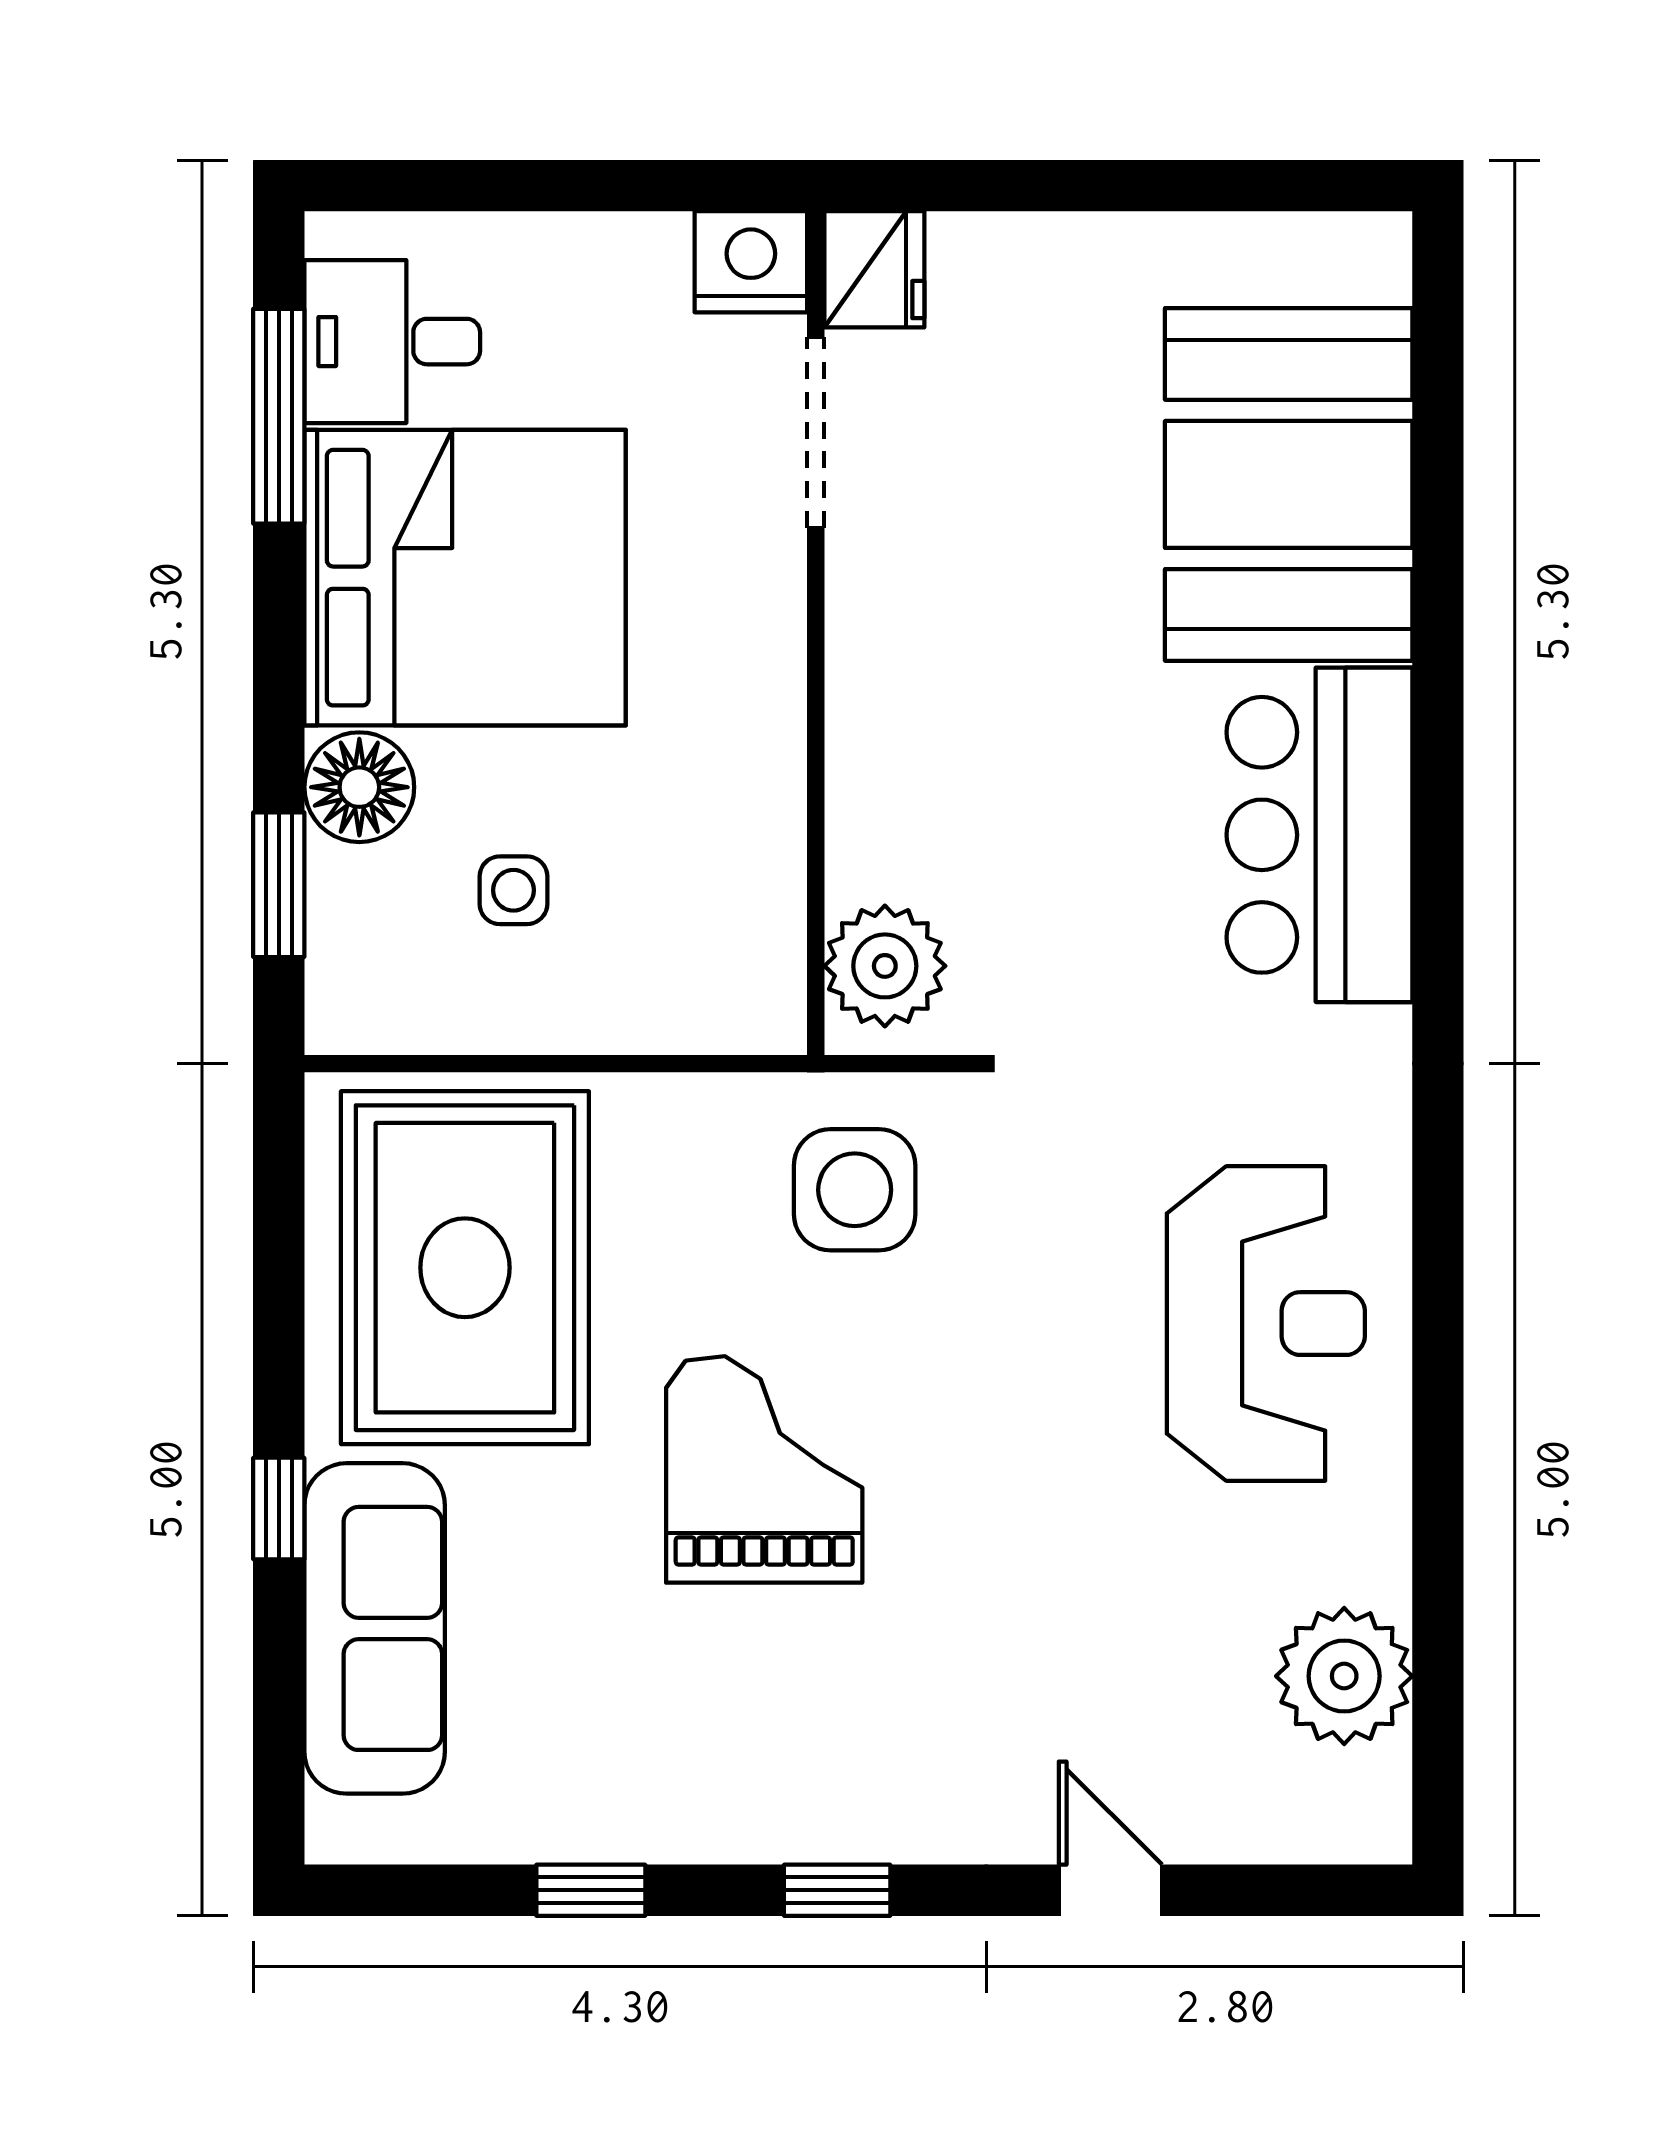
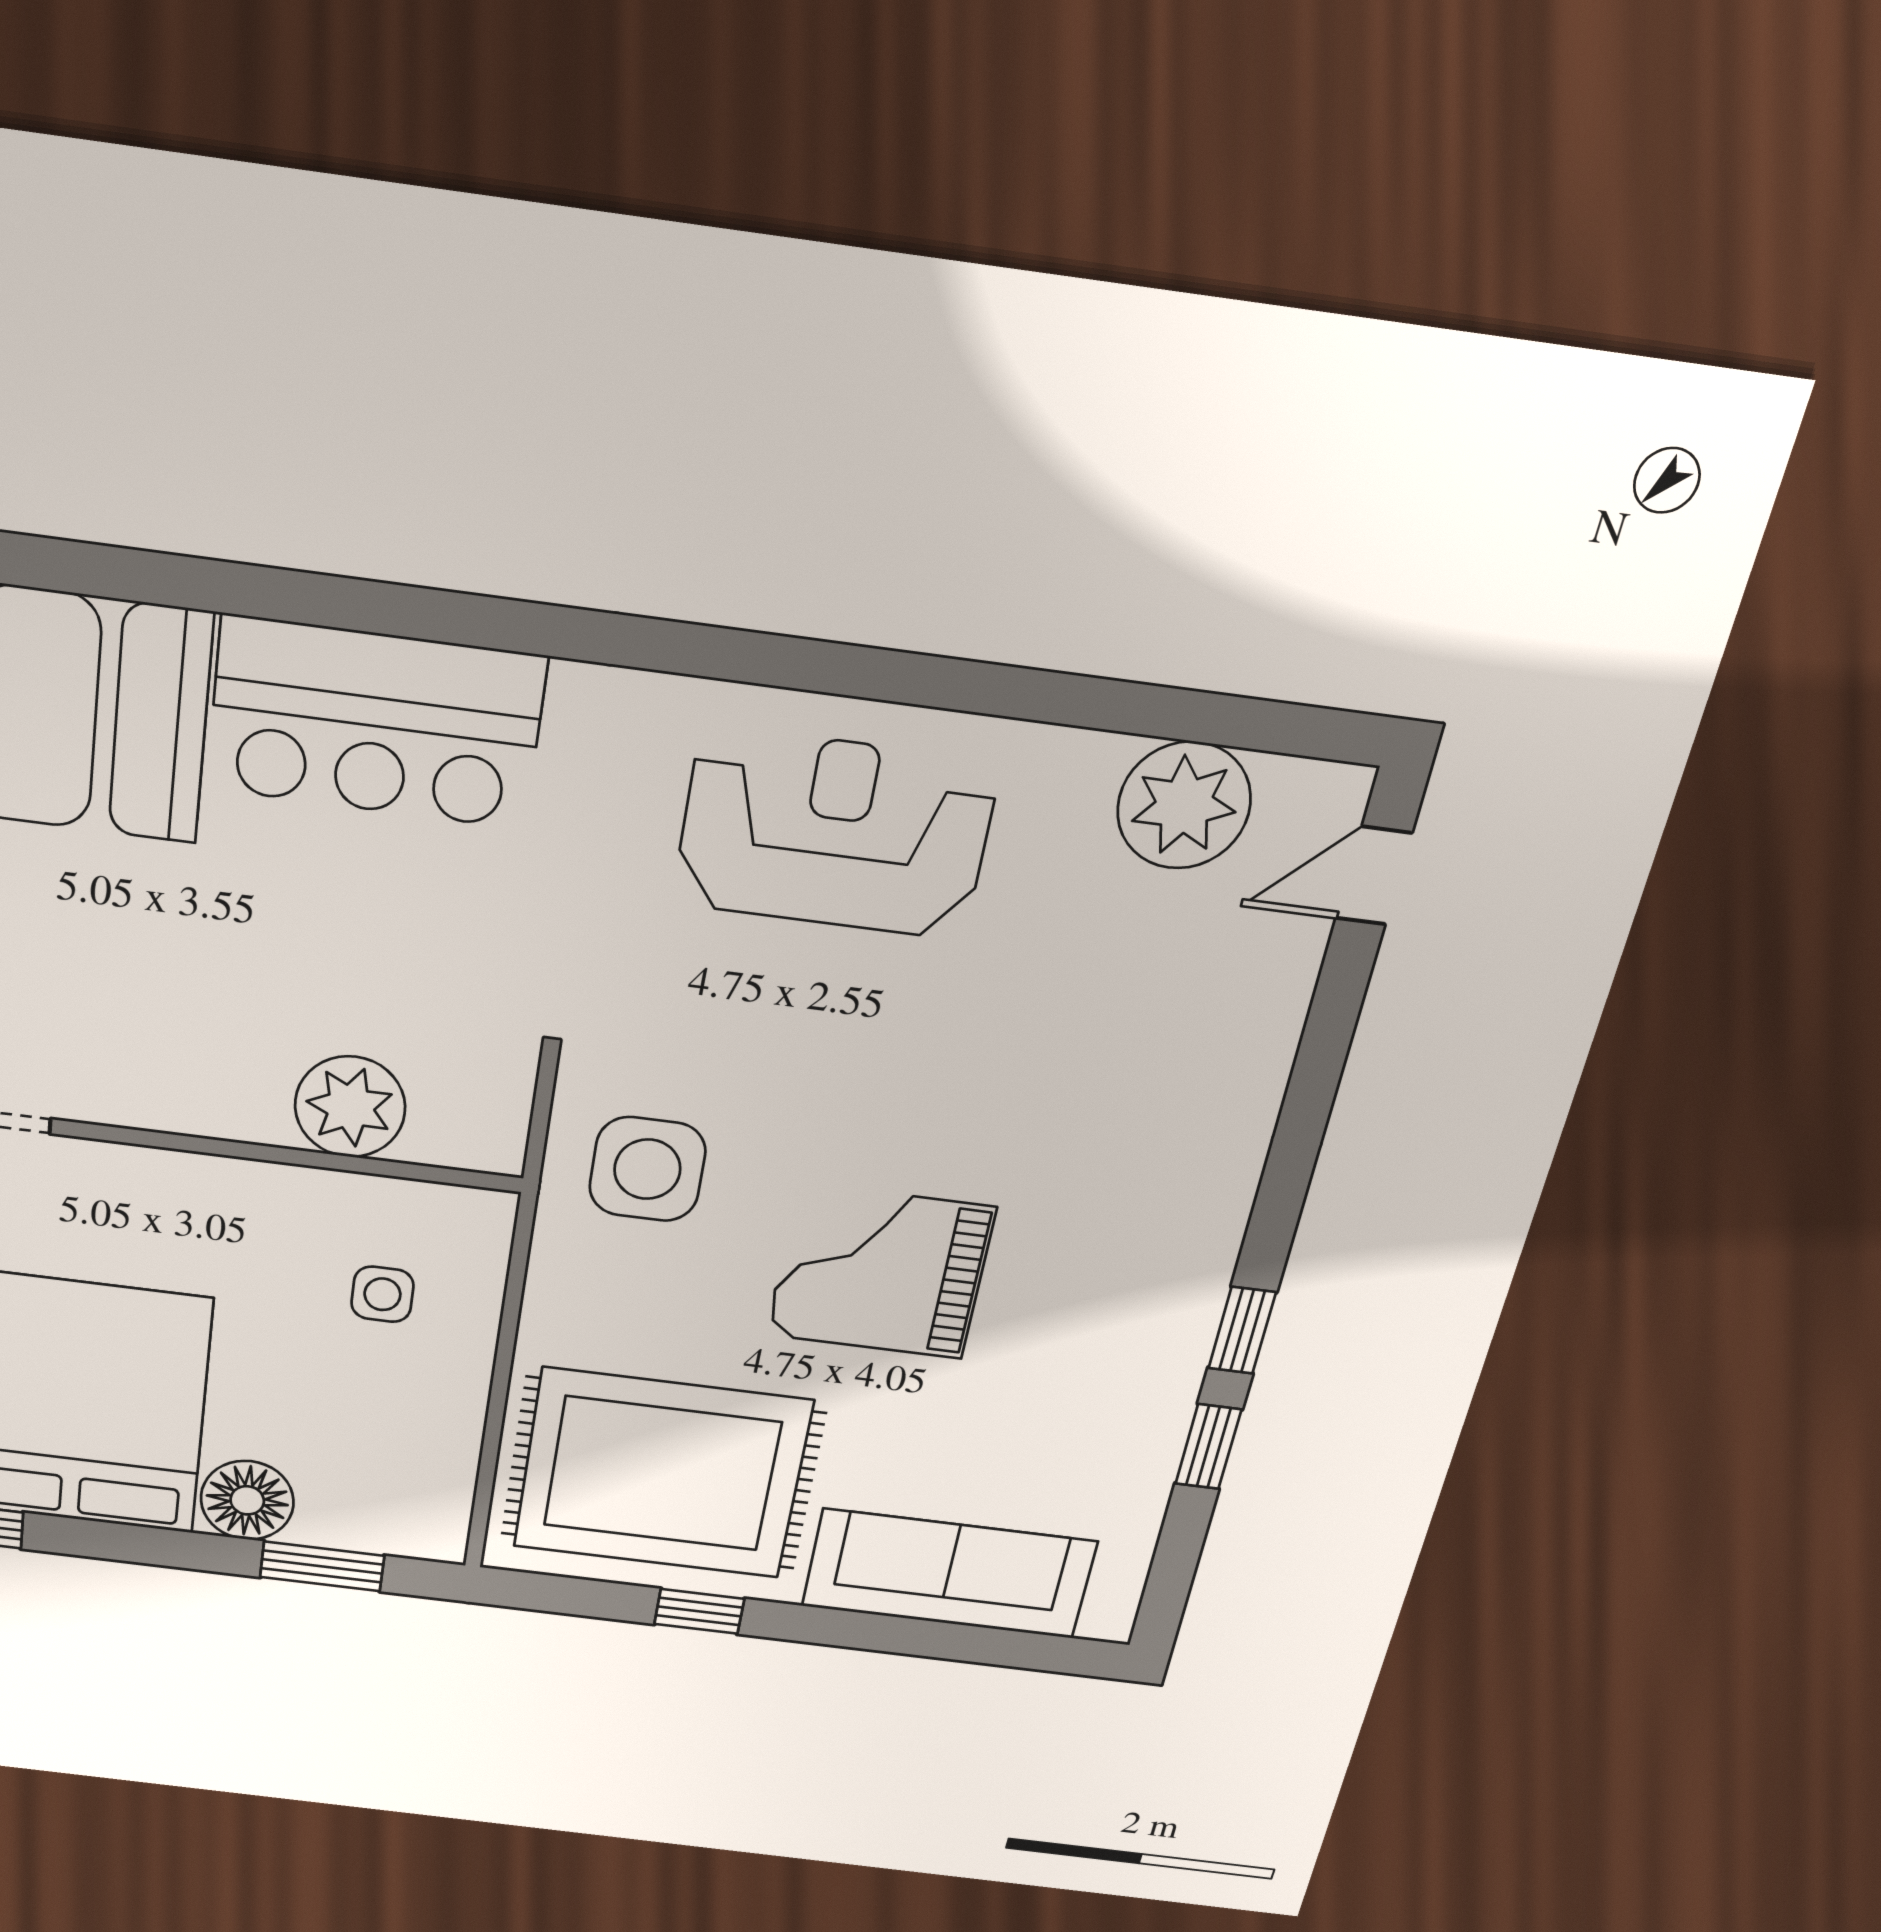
side table: (513, 890) -> (382, 1294), moved
plant: (885, 966) -> (350, 1107), moved
window: (279, 1508) -> (699, 1611), moved
window: (837, 1890) -> (1242, 1330), moved
door: (1110, 1890) -> (1374, 876), moved

